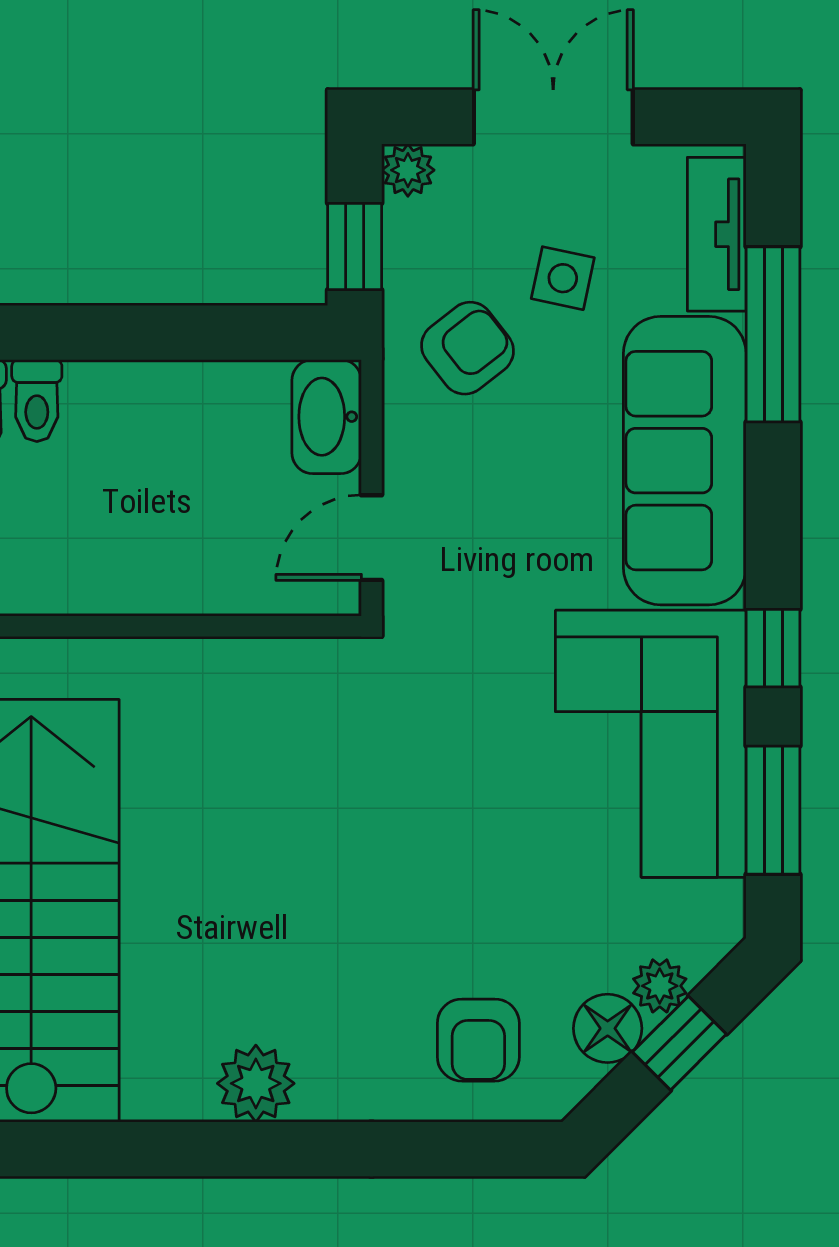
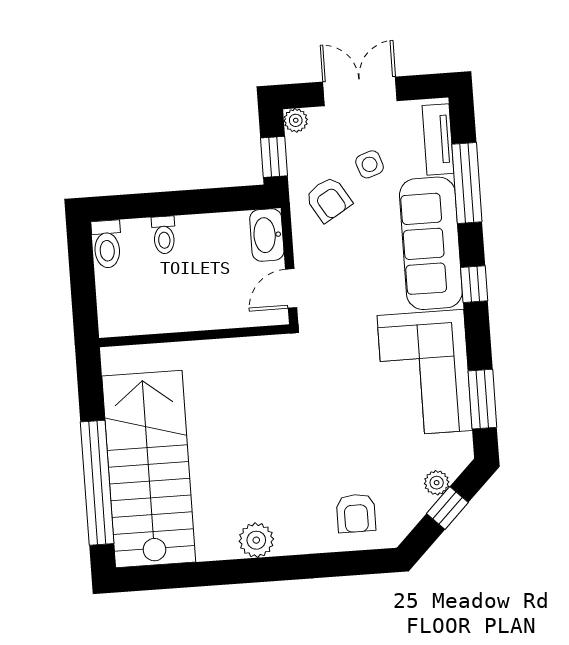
side table: (563, 278) -> (370, 164), turned -31
armchair: (467, 348) -> (329, 199), turned 97
toilet: (37, 401) -> (164, 235), moved
window: (773, 648) -> (474, 284), moved
floor lamp: (608, 1028) -> (414, 504), removed

